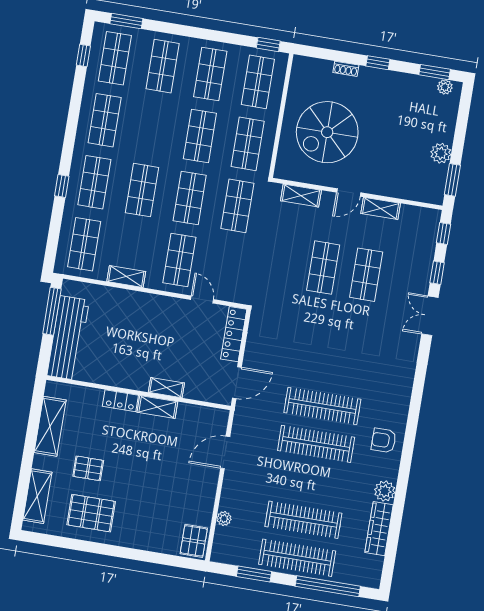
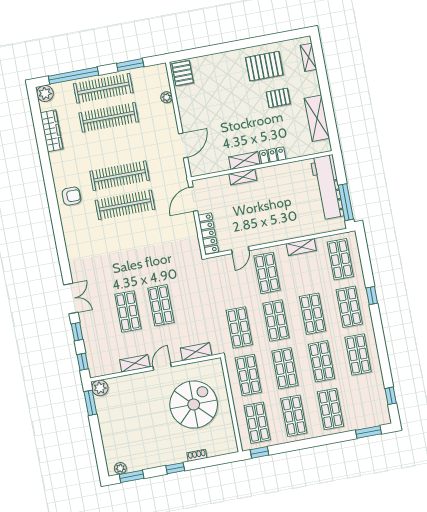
shop shelf: (115, 58) -> (321, 361), moved
plant: (441, 153) -> (100, 388), moved
door: (202, 299) -> (240, 250), hinge flipped
plant: (385, 491) -> (45, 93), moved
shelving: (37, 496) -> (308, 57), width x0.67, depth x0.75

